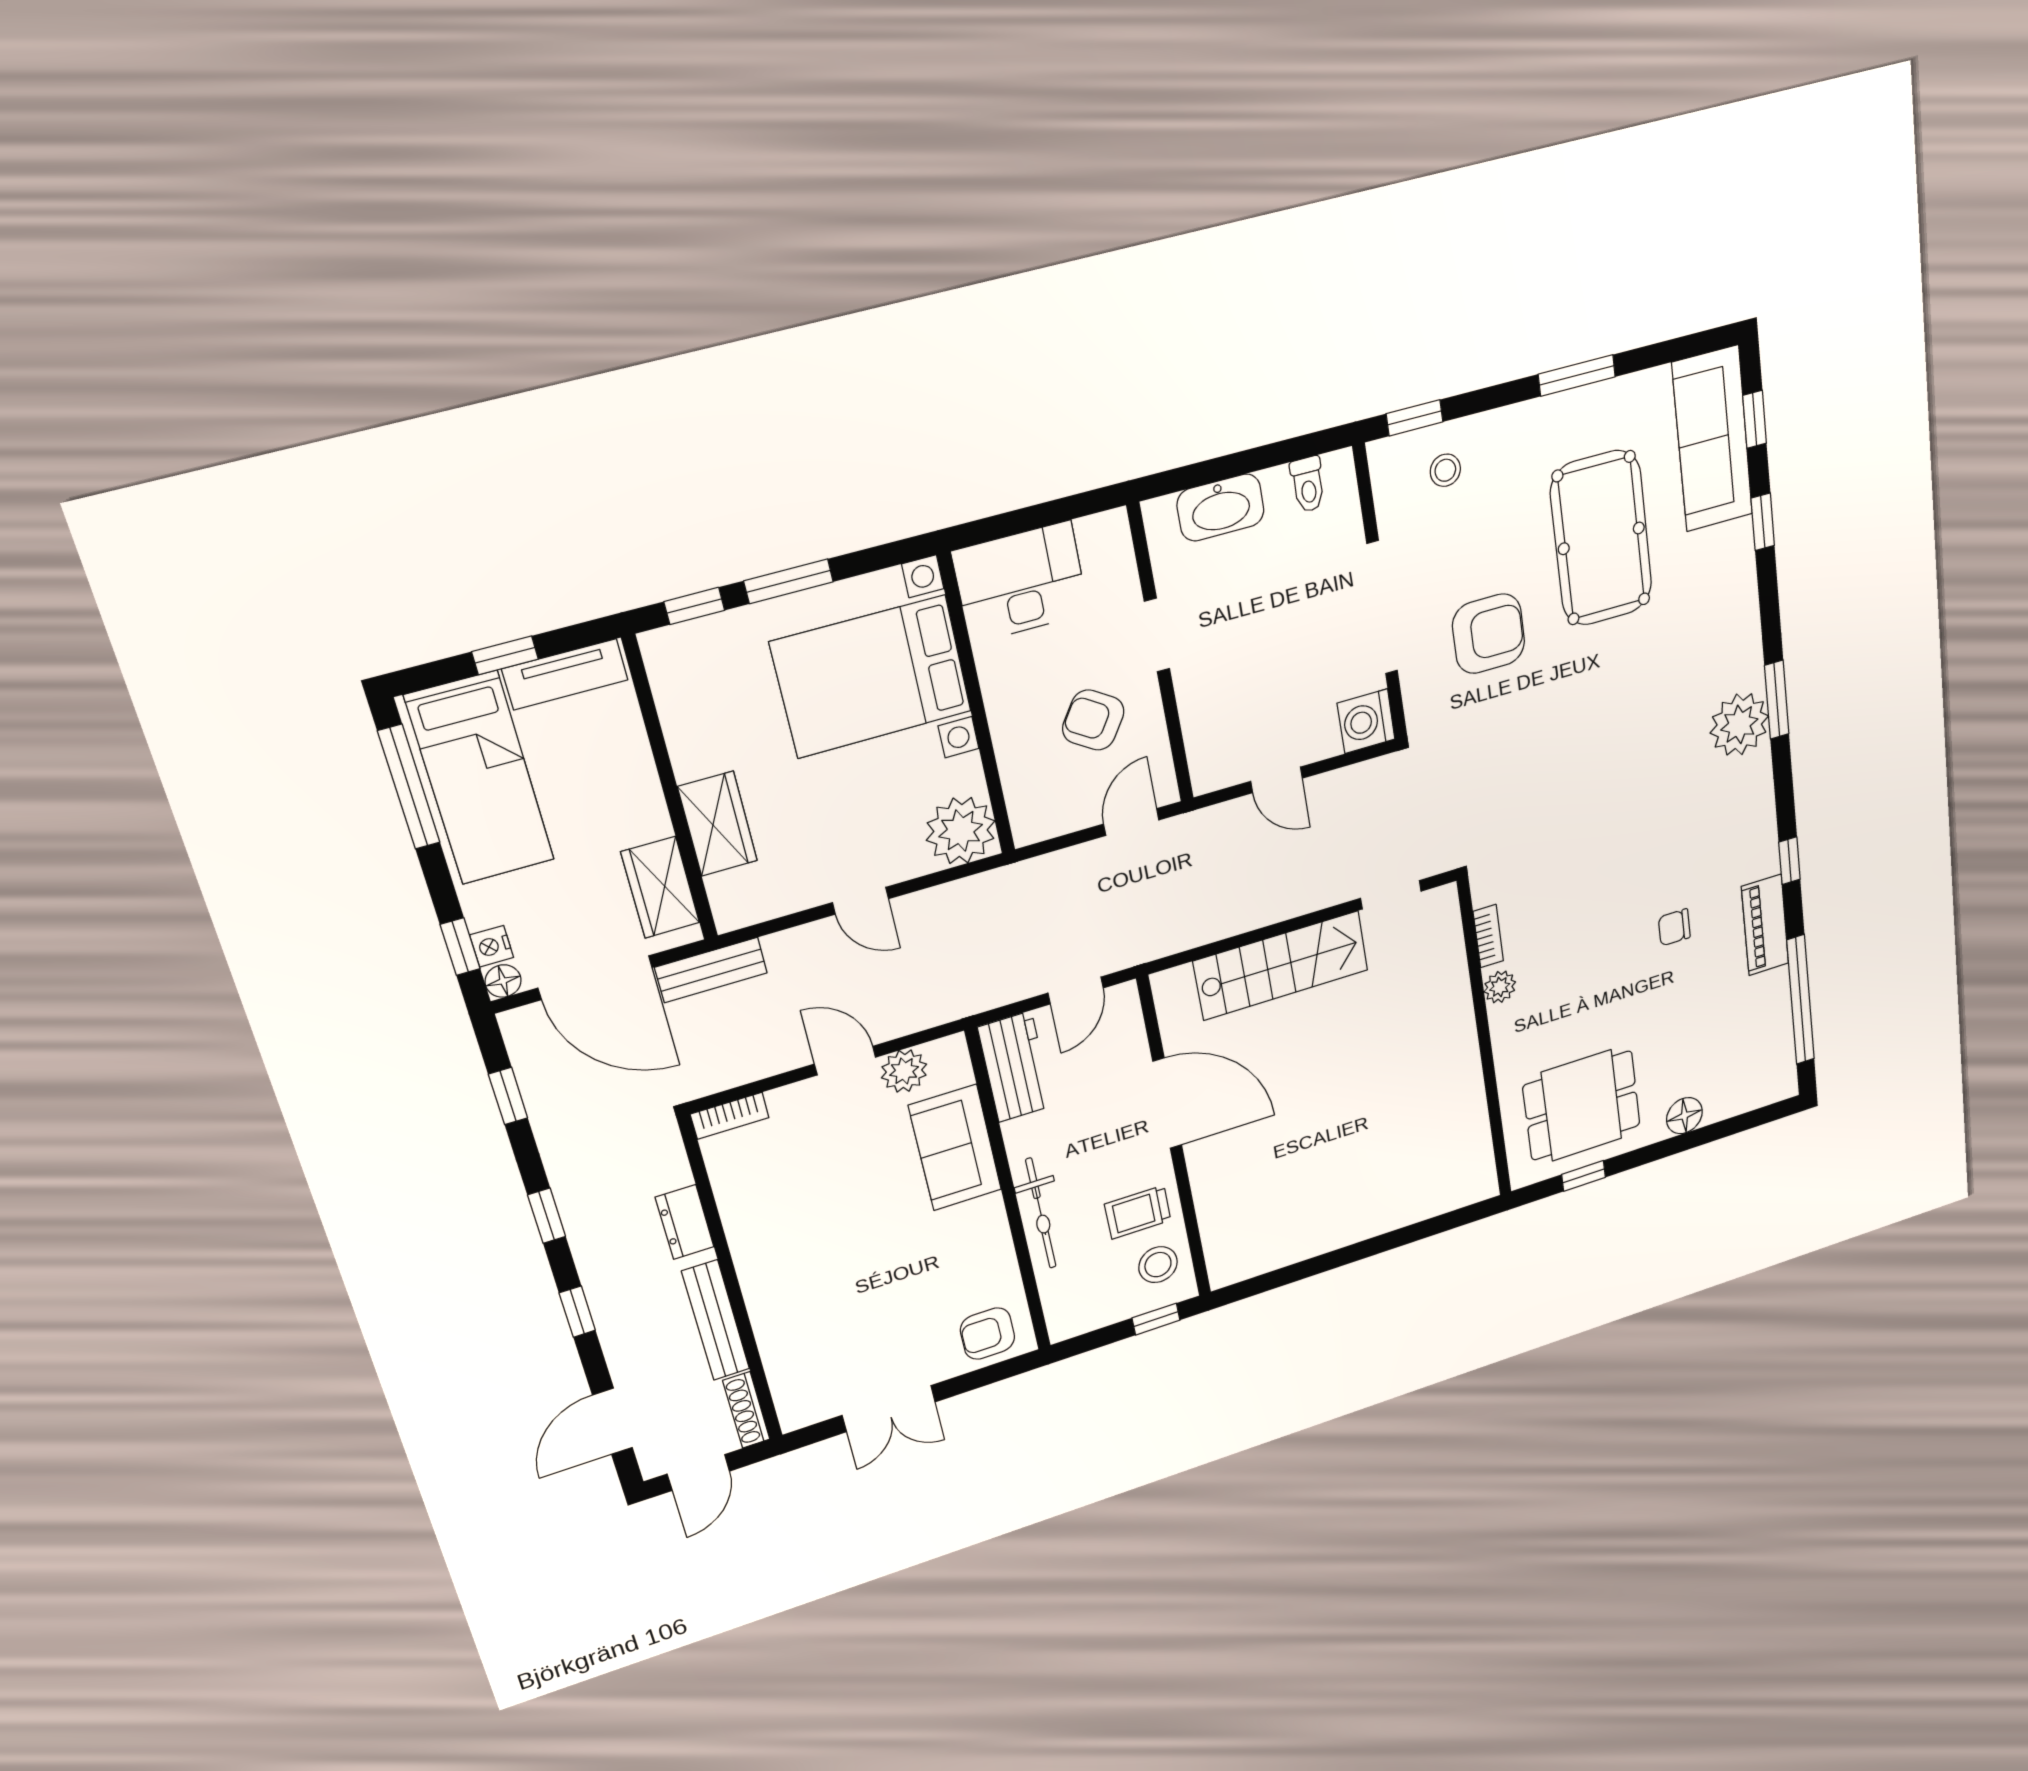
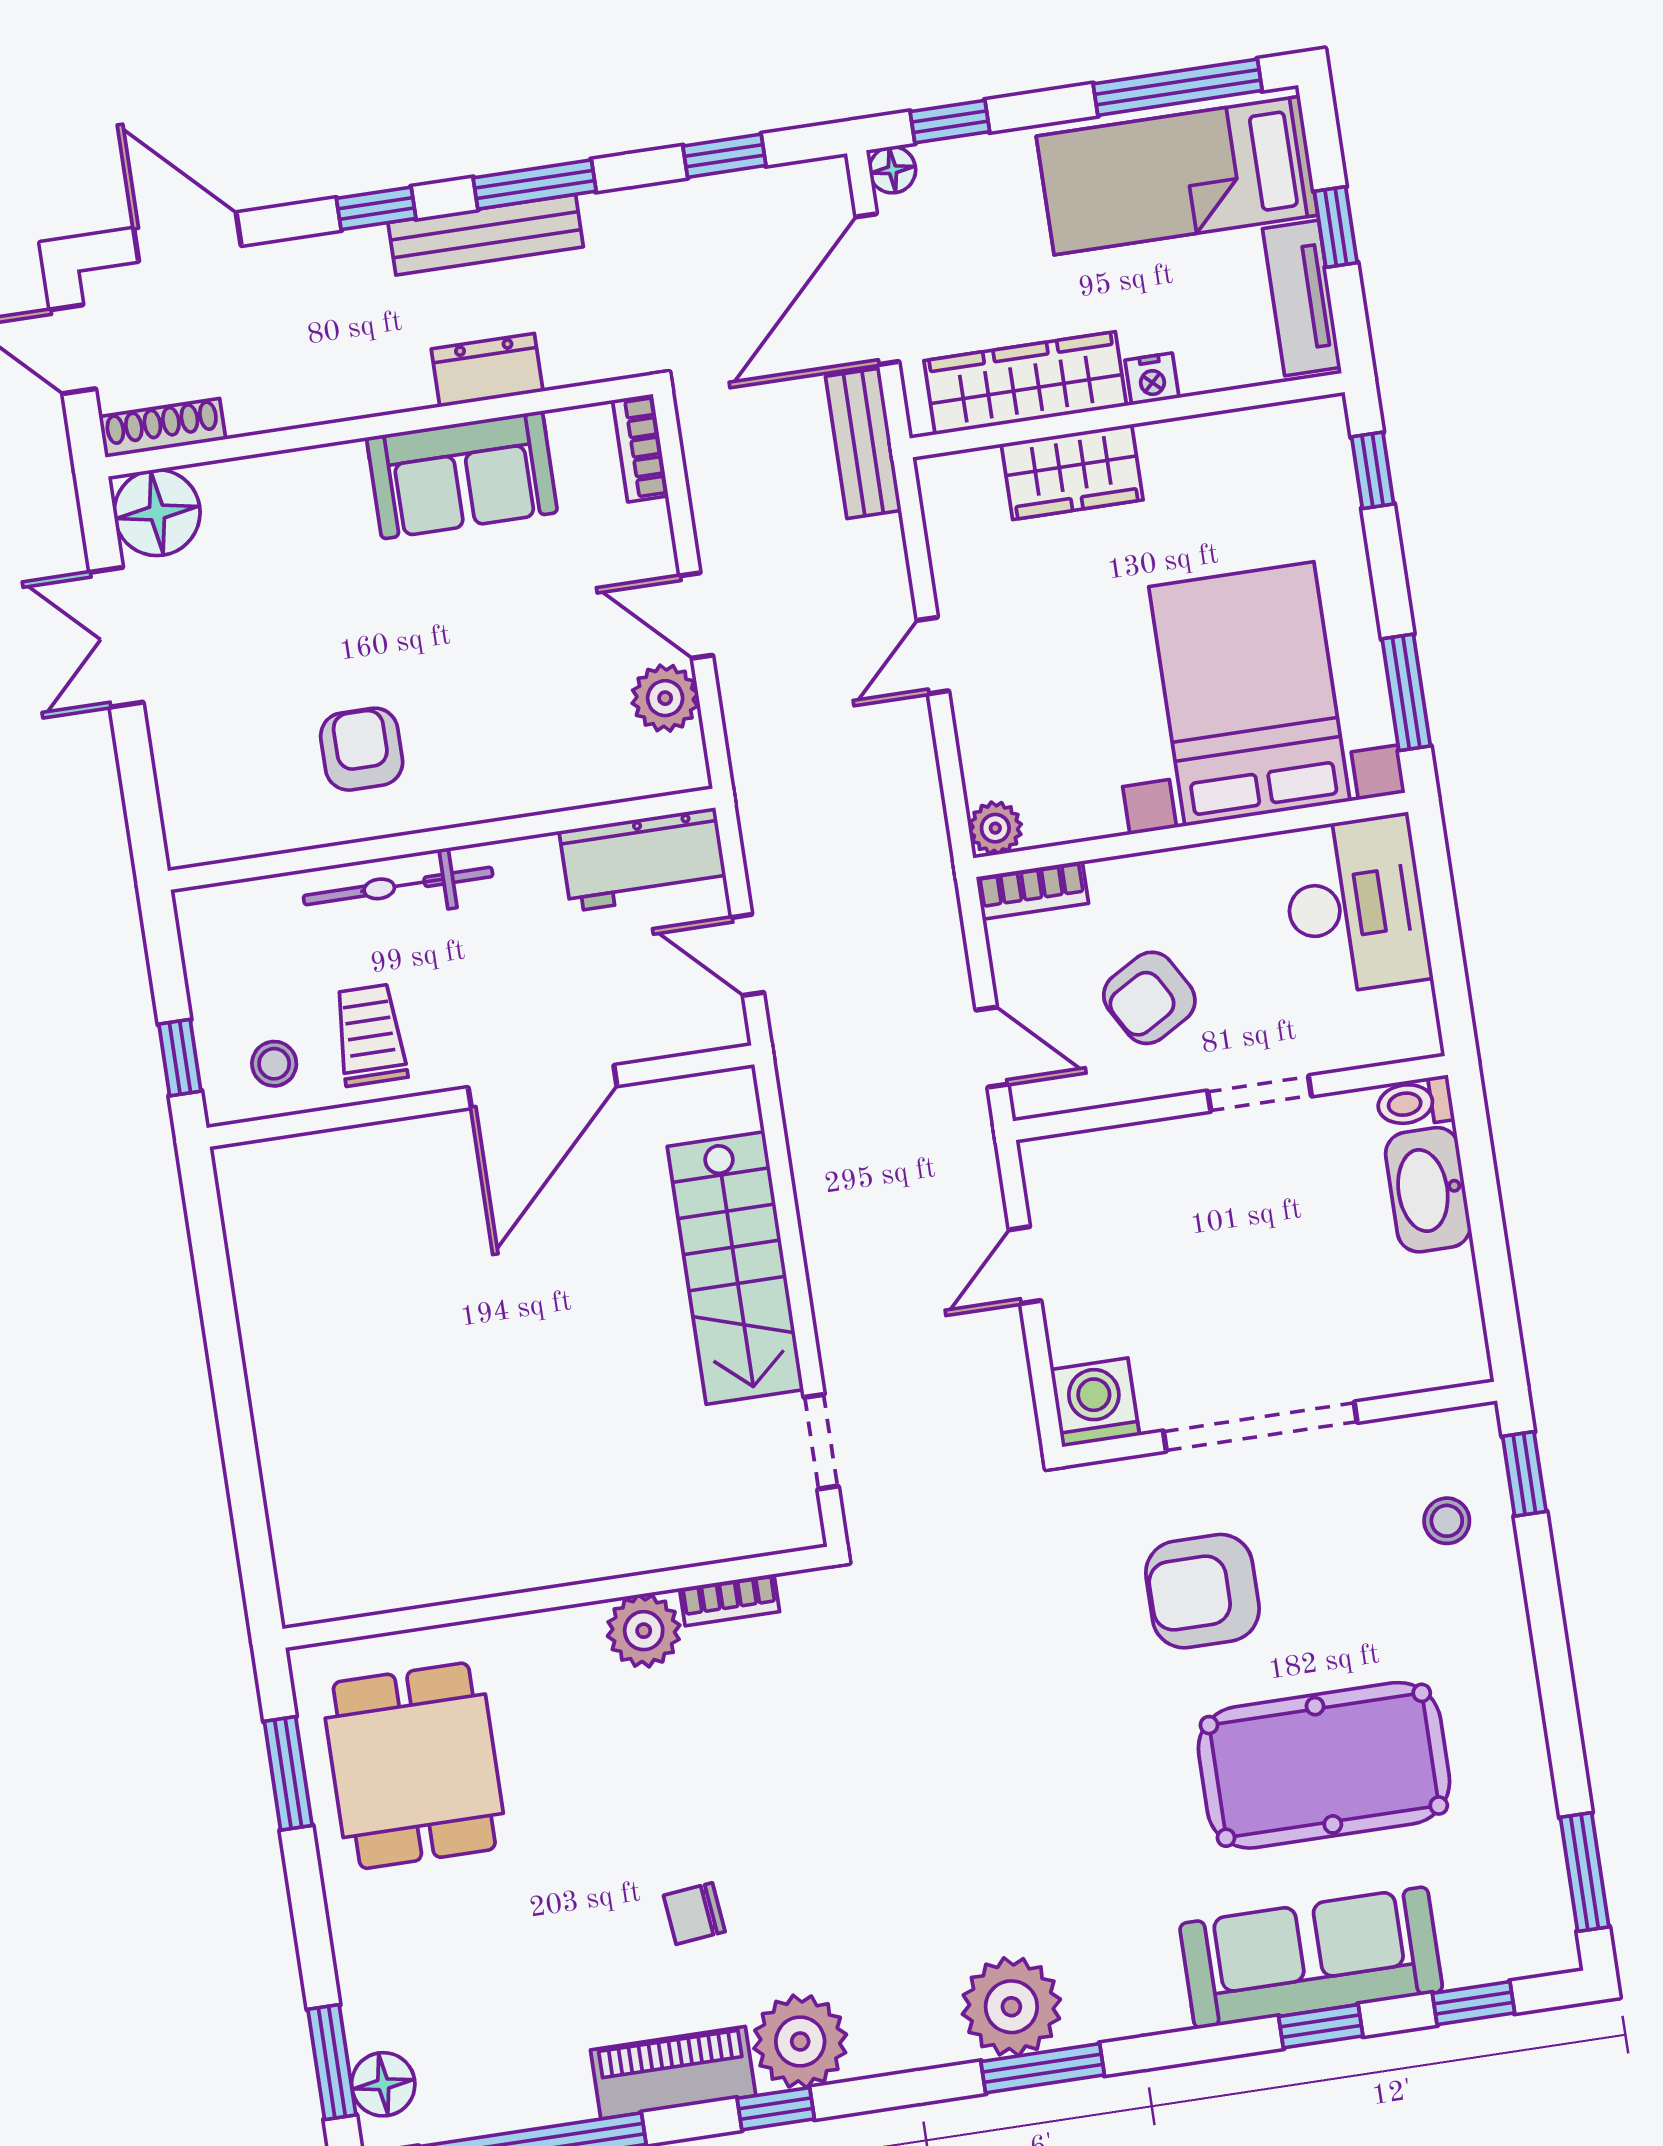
window: (1577, 375) -> (1585, 1872), moved
sofa: (1712, 439) -> (1311, 1958), moved
toilet: (1308, 484) -> (1415, 1103), moved
window: (789, 581) -> (1406, 692), moved
armchair: (1489, 634) -> (1202, 1591), turned 90
armchair: (1093, 720) -> (1149, 998), turned -153
bookcase: (1022, 810) -> (1032, 890), added
plant: (961, 831) -> (995, 828), width x0.53, depth x0.53
plant: (1752, 852) -> (800, 2041), added
wardrobe: (660, 887) -> (1025, 383), width x1.50
chair: (1674, 927) -> (694, 1914), turned -96
nightstand: (492, 946) -> (1152, 379), moved, turned 180
plant: (1500, 987) -> (644, 1631), width x1.38, depth x1.38
door: (845, 1061) -> (696, 616), swing flipped
floor lamp: (1684, 1116) -> (383, 2084), moved
window: (1747, 1121) -> (332, 2062), added
sofa: (955, 1148) -> (462, 475), moved, turned 180
window: (1583, 1176) -> (288, 1773), width x1.50
window: (547, 1216) -> (535, 184), width x1.50
stool: (1158, 1265) -> (274, 1064), width x0.73, depth x0.73
bench: (716, 1320) -> (486, 235), moved
armchair: (987, 1334) -> (362, 749), moved
floor lamp: (804, 1402) -> (157, 513), added

